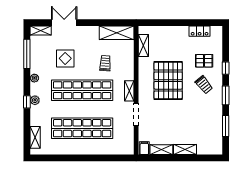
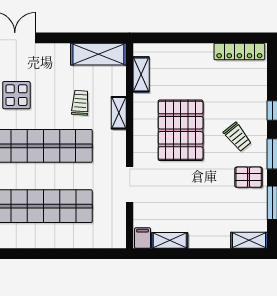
locker: (200, 31) -> (239, 51), width x1.53
pallet: (204, 61) -> (249, 177), moved
shelving: (129, 91) -> (119, 113), moved
shelving: (185, 150) -> (249, 240), moved

